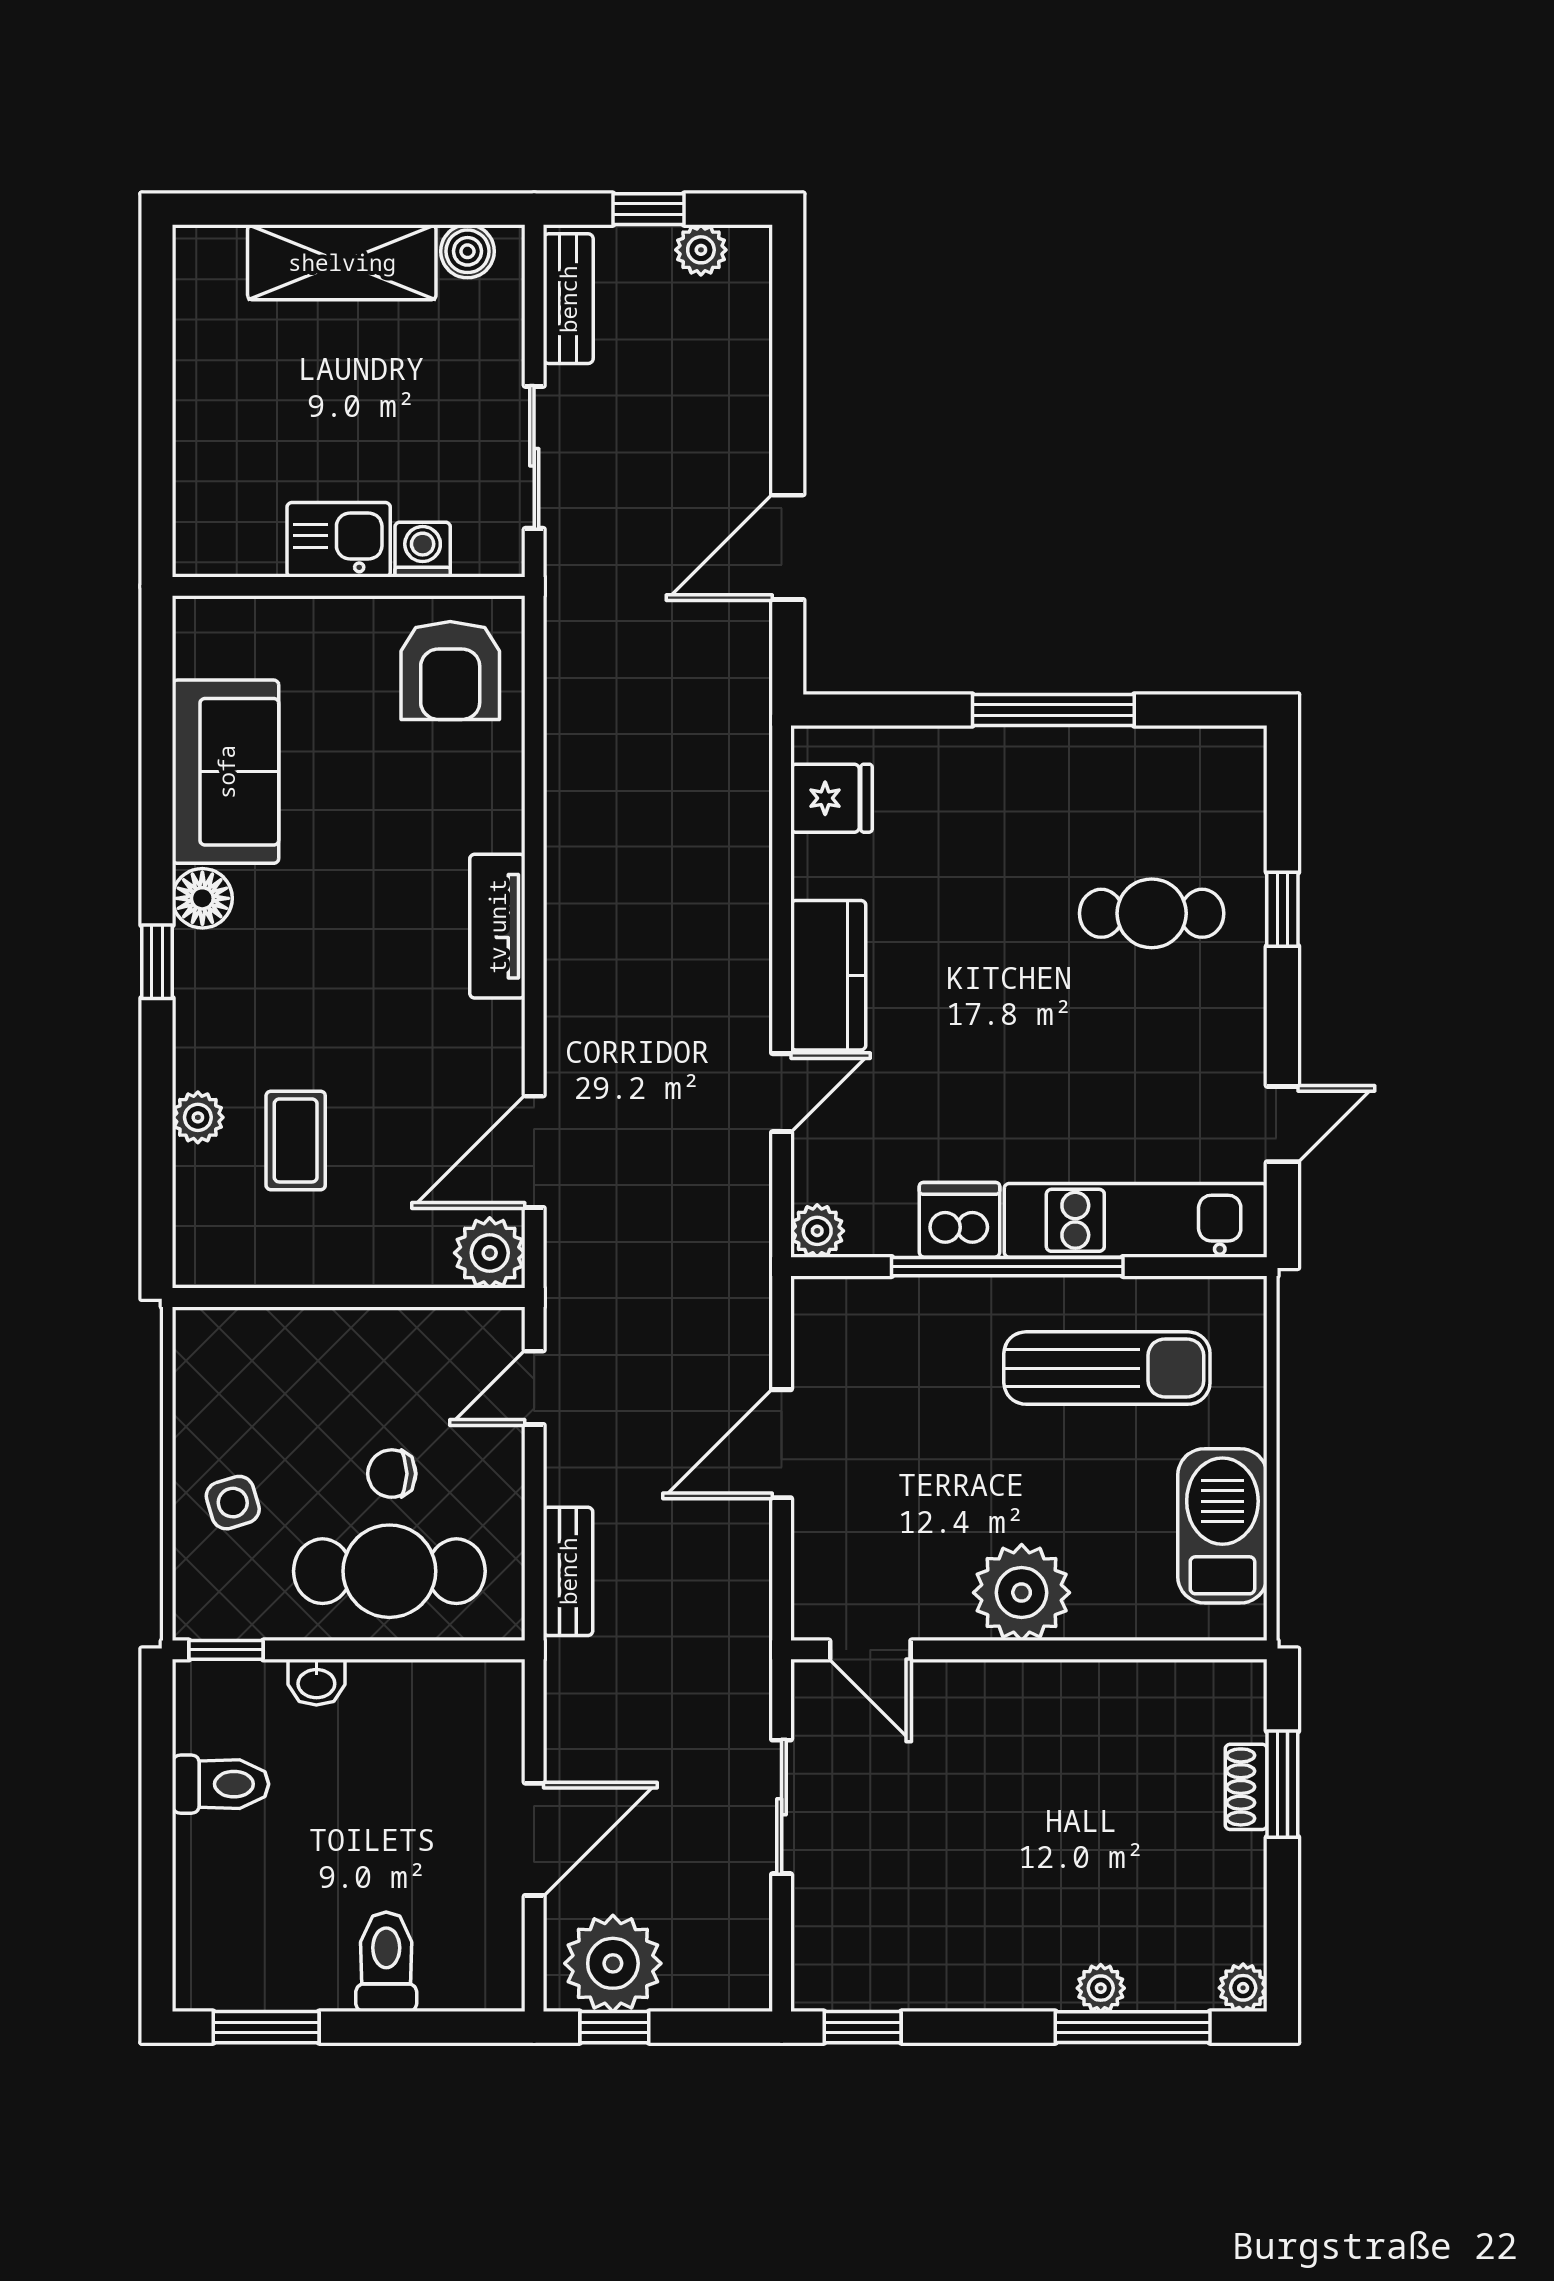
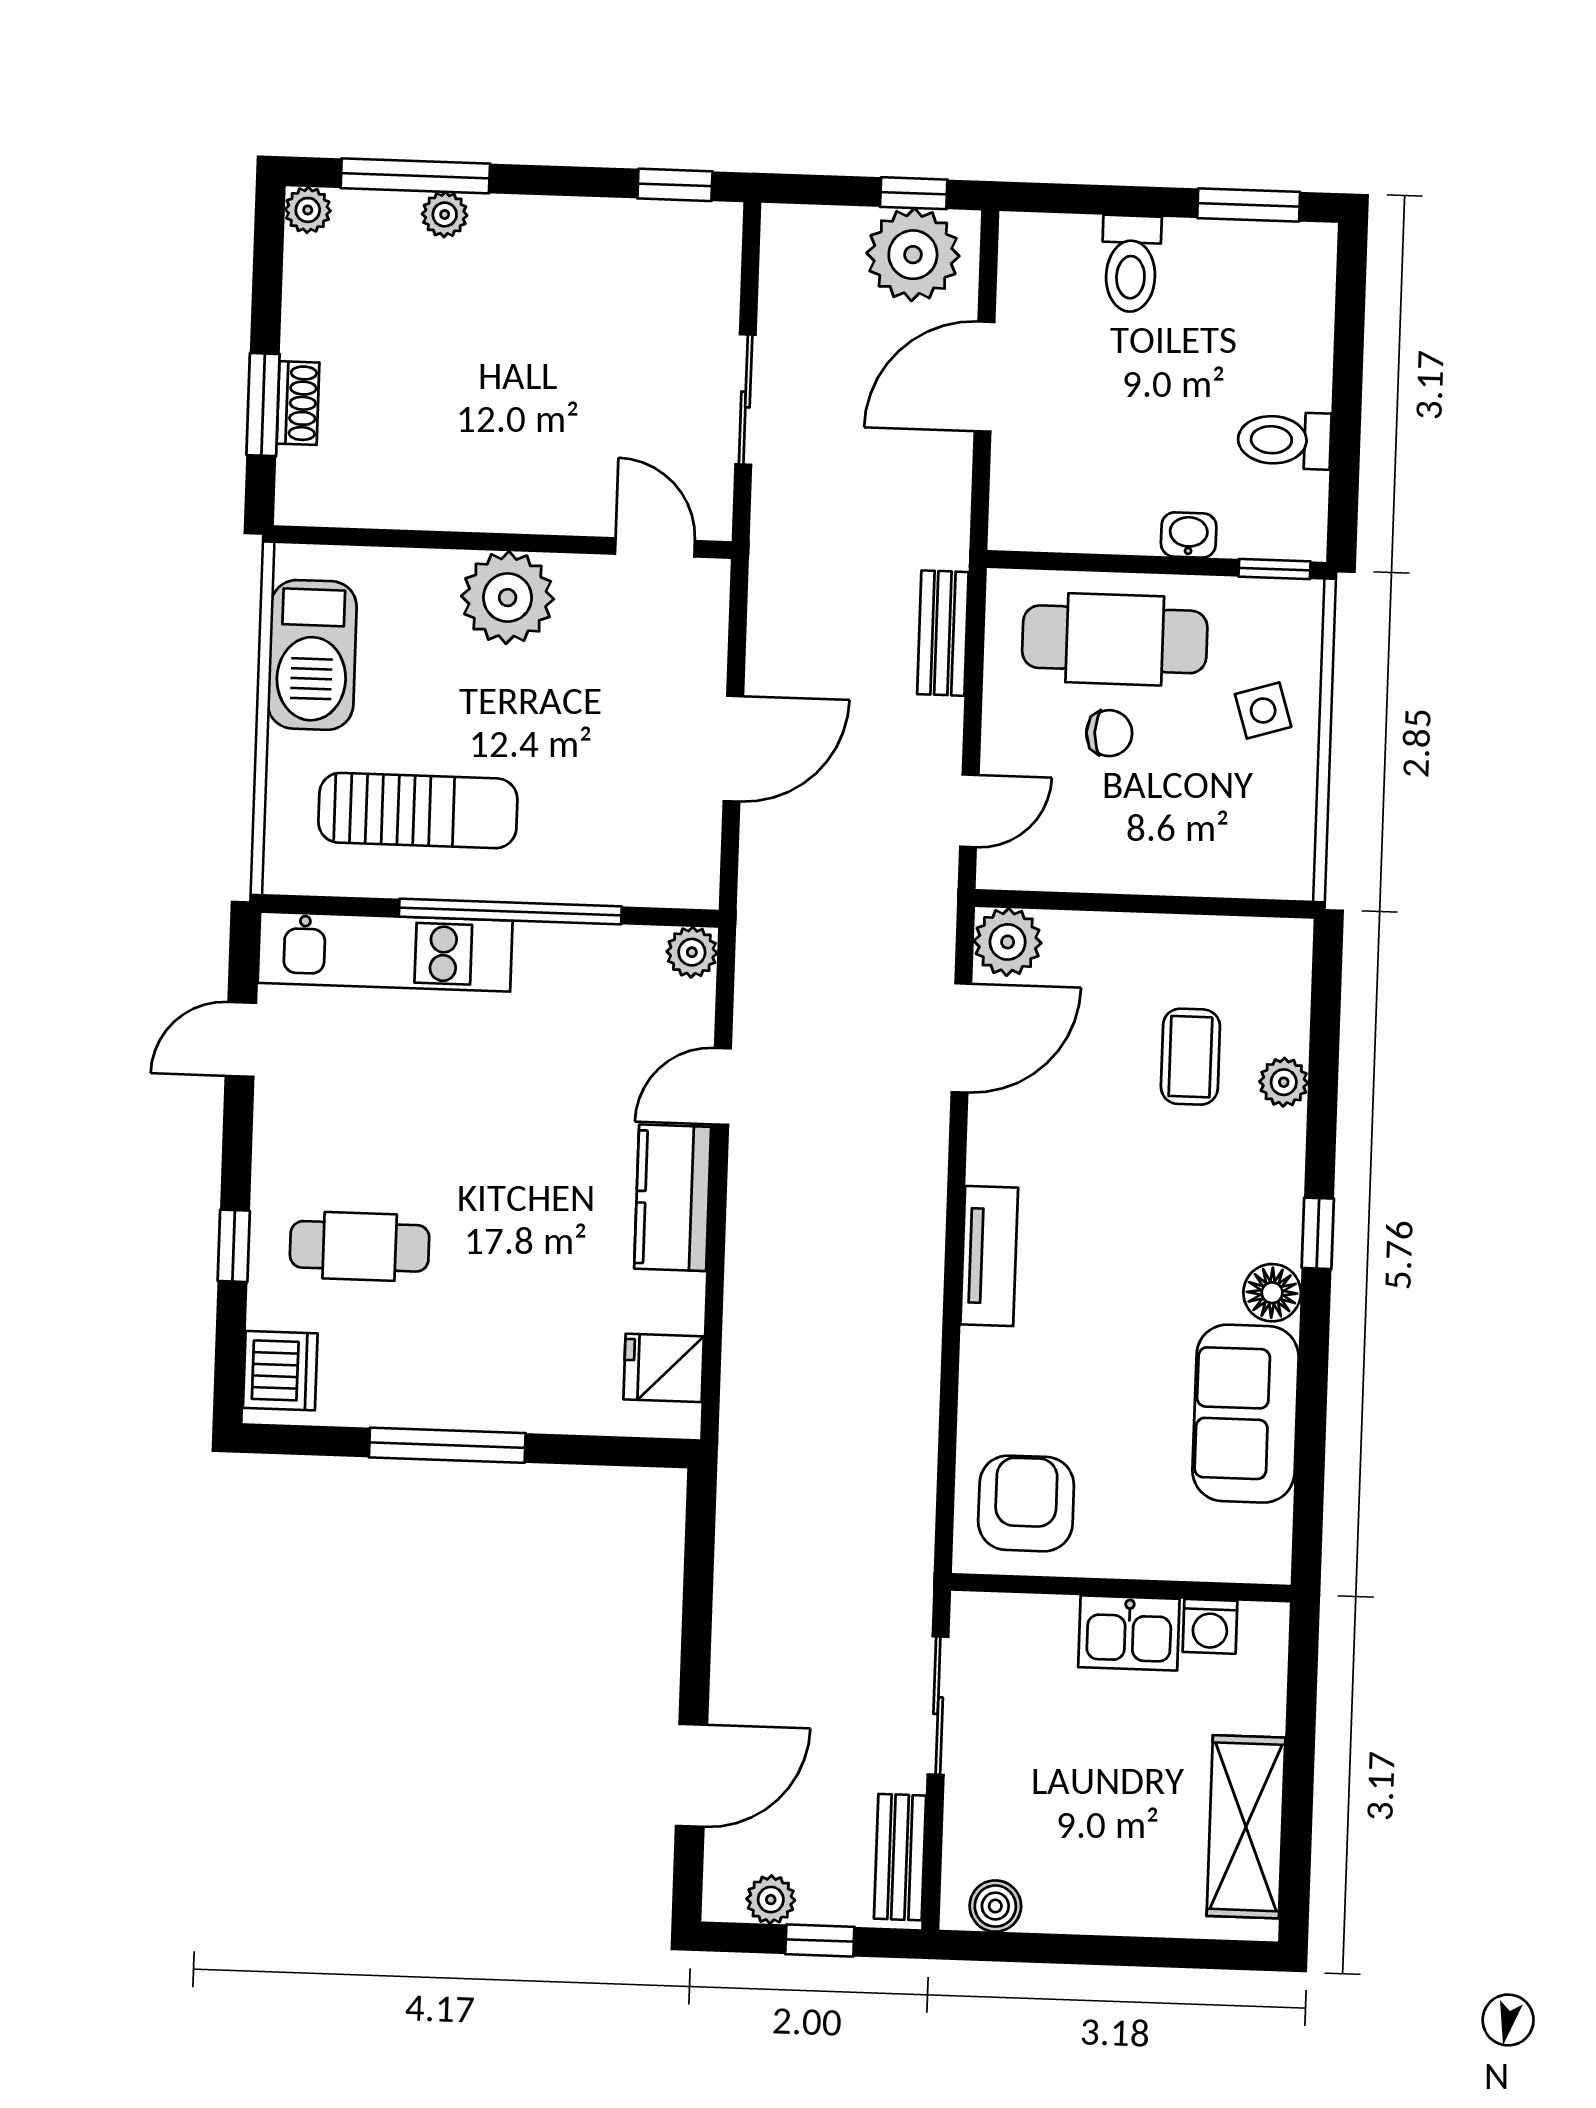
shelving: (342, 262) -> (1246, 1827), moved, turned 90
door: (788, 547) -> (692, 1775), moved
washing machine: (423, 550) -> (1210, 1626), moved
dishwasher: (959, 1220) -> (280, 1371), moved, turned -90
sun lounger: (1107, 1368) -> (418, 811), turned 180

